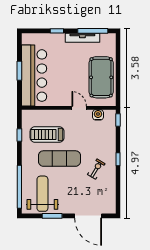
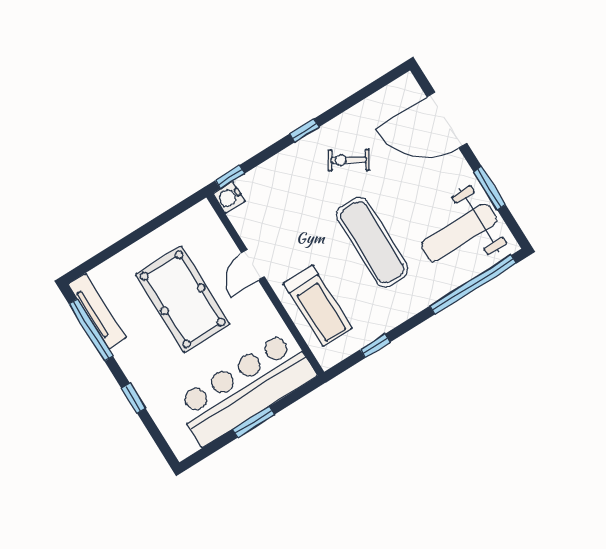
tv unit: (82, 38) -> (97, 311), moved
pool table: (101, 77) -> (183, 299), moved, turned 90
water cooler: (98, 115) -> (229, 197), moved
treadmill: (47, 135) -> (318, 306), moved
door: (88, 216) -> (447, 120), swing flipped

